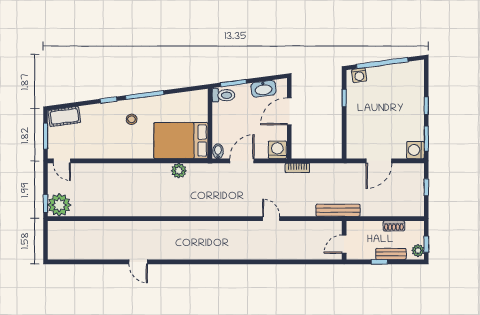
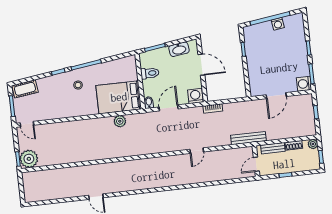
washing machine: (359, 75) -> (278, 24), moved
toilet: (223, 95) -> (150, 73), moved
door: (289, 111) -> (201, 65), swing flipped
door: (271, 219) -> (197, 151), swing flipped
plant: (418, 251) -> (313, 144), moved
bench: (391, 254) -> (273, 148), moved

